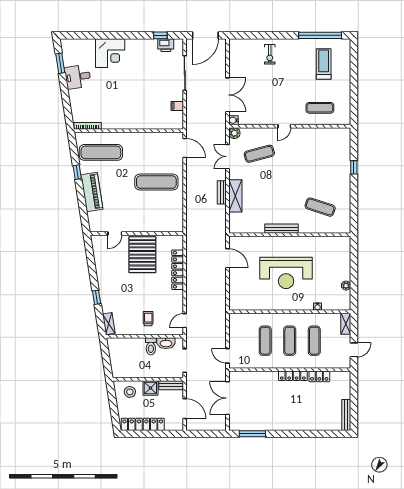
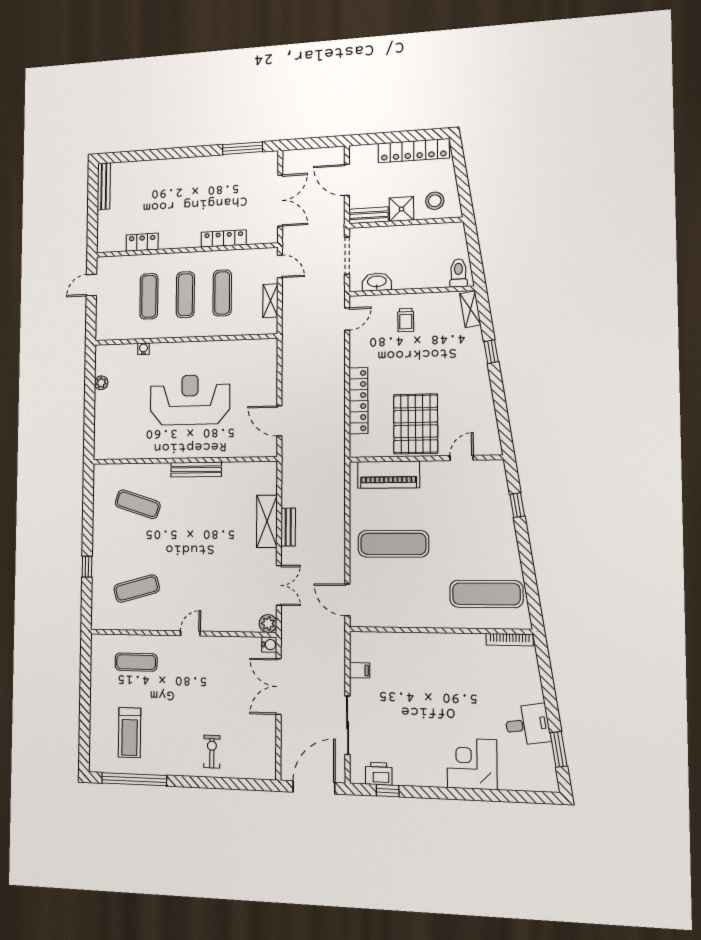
exercise mat: (259, 154) -> (137, 589), moved
window: (77, 172) -> (517, 505), moved
piano: (92, 192) -> (388, 475), moved, turned -81
shelving: (346, 324) -> (270, 301), moved
toilet: (151, 346) -> (458, 273), moved
locker: (293, 376) -> (224, 238), moved

